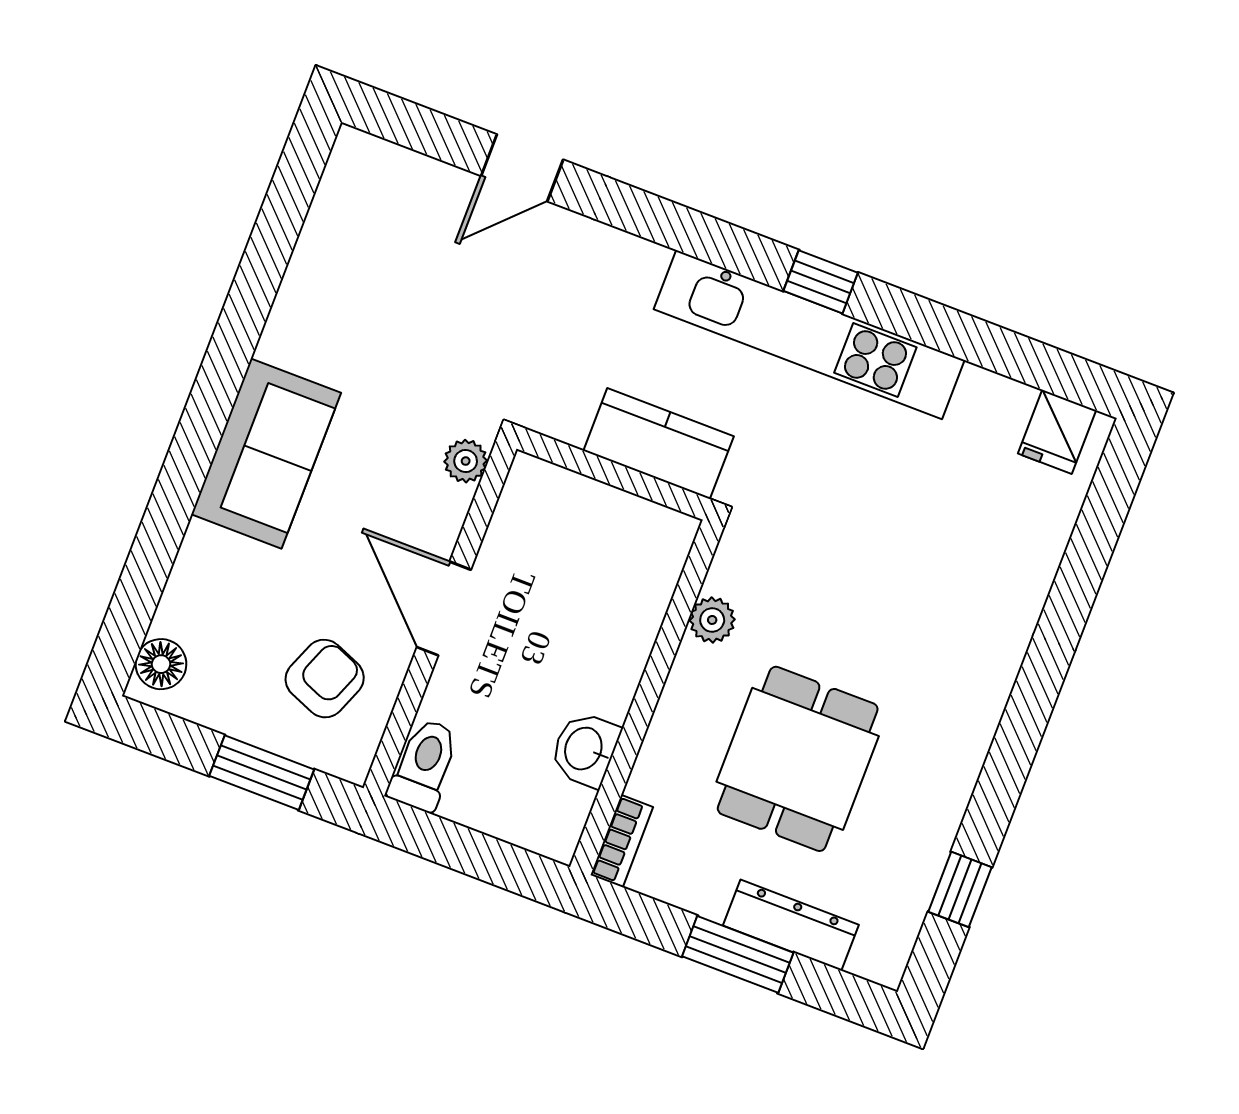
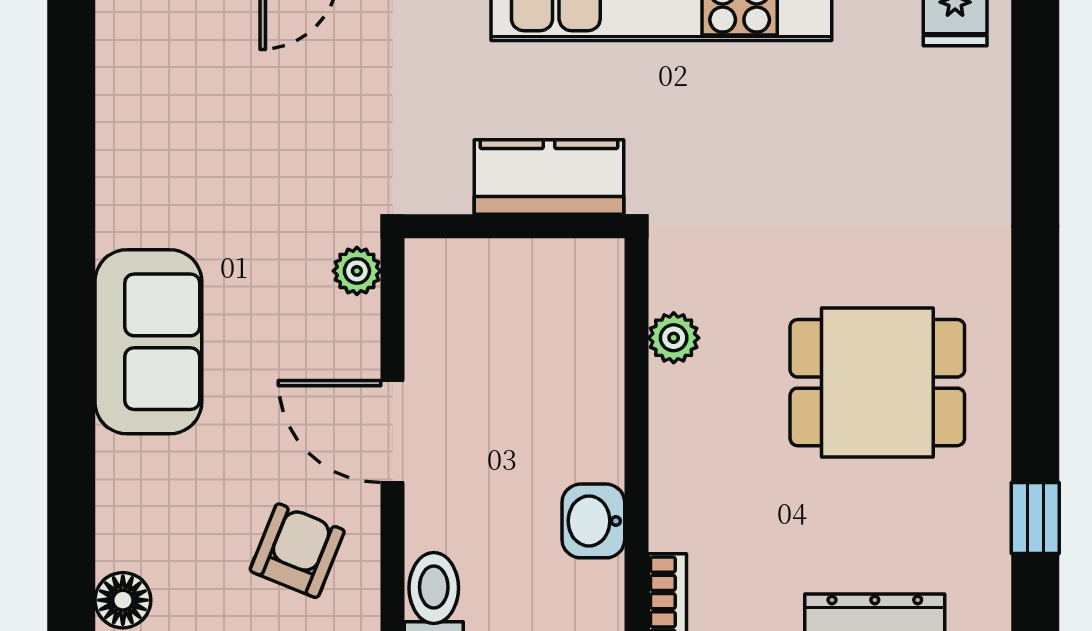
dining table: (798, 759) -> (877, 383), moved, turned 90

